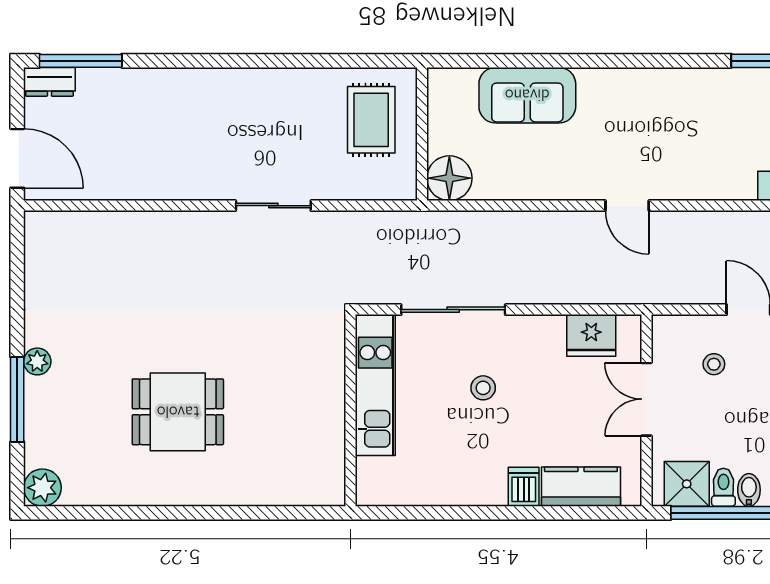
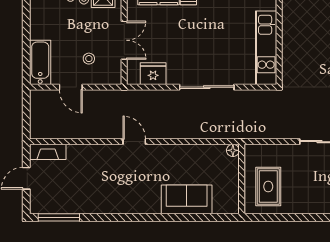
floor lamp: (449, 178) -> (233, 150), width x0.53, depth x0.53
sliding door: (453, 310) -> (207, 87), moved
stool: (483, 388) -> (210, 46), removed

